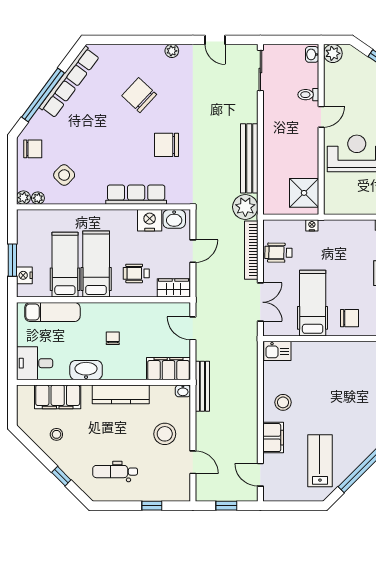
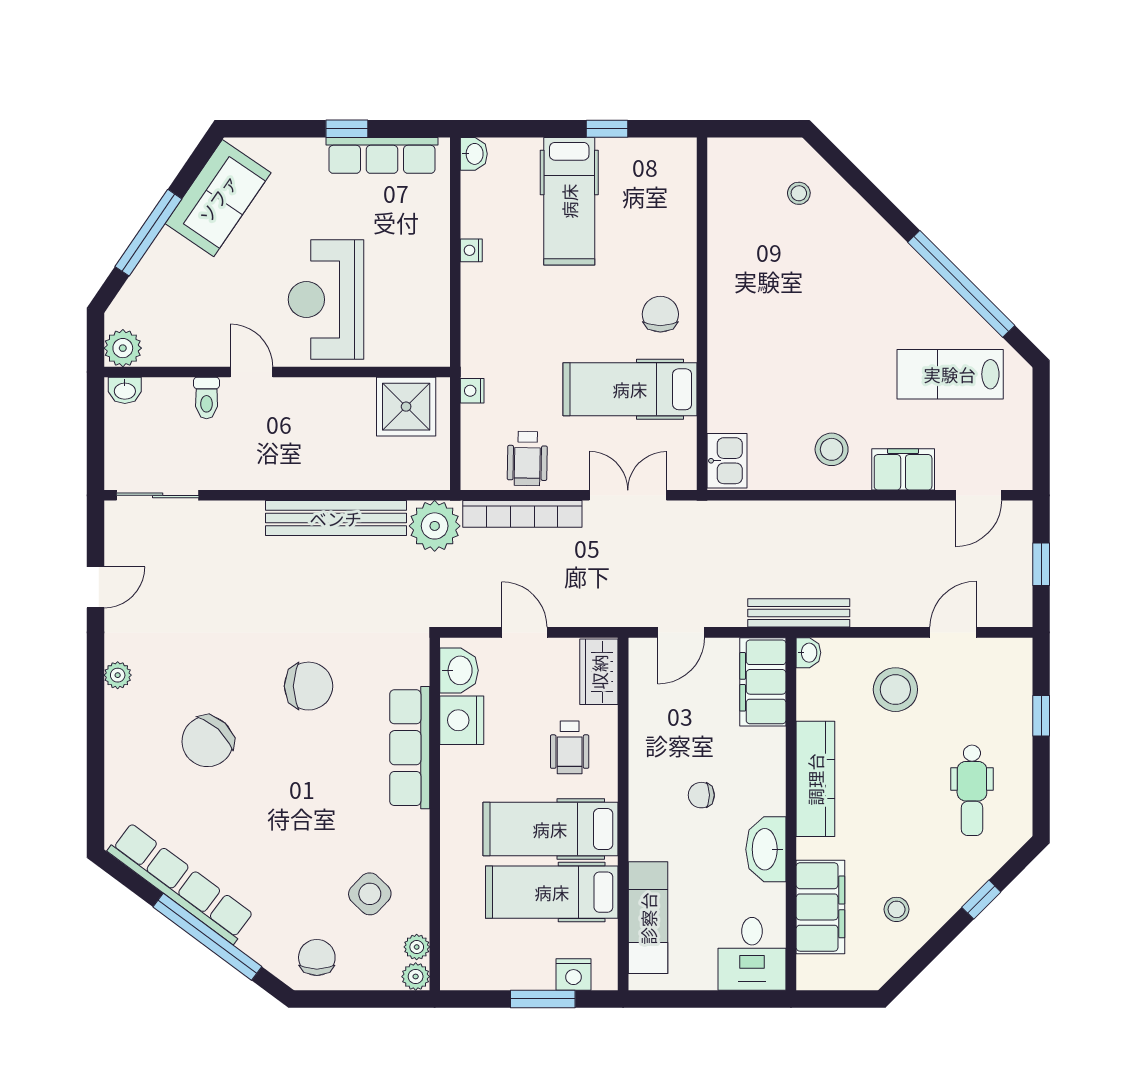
chair: (166, 145) -> (309, 686), turned -90

